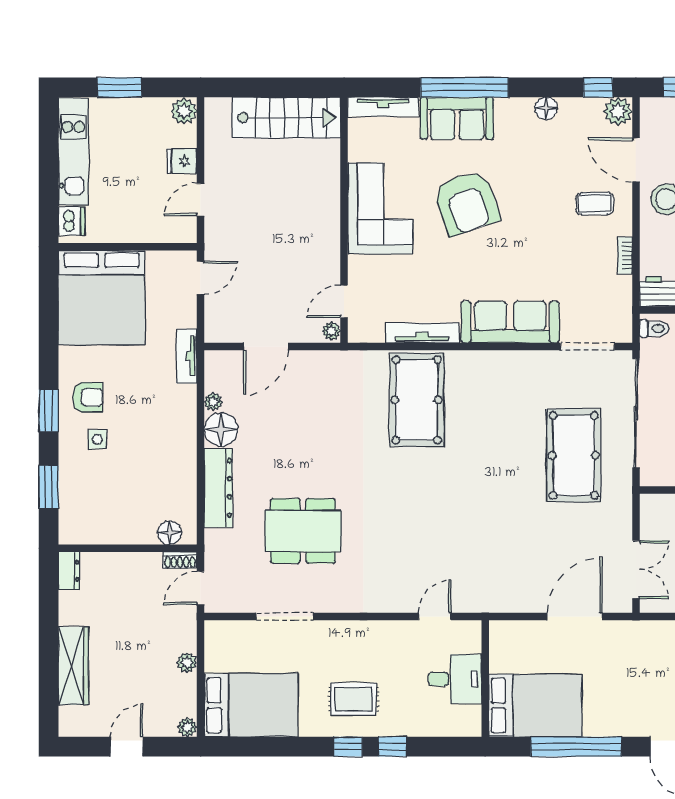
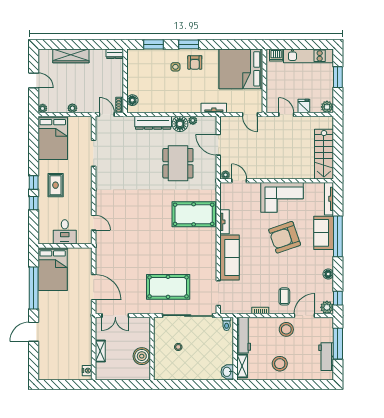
tv unit: (422, 333) -> (225, 222), width x0.71
dining table: (303, 531) -> (178, 163), moved

